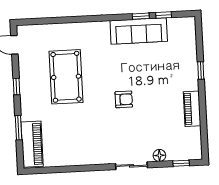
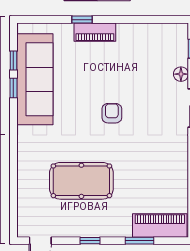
sofa: (139, 31) -> (35, 79), width x1.36, depth x1.27
piano: (192, 109) -> (95, 32), moved

